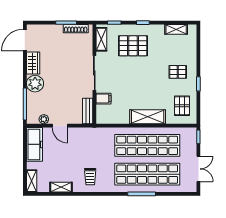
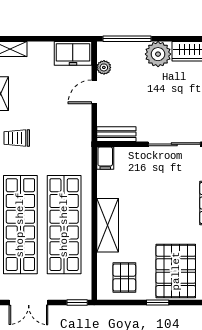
pallet: (178, 72) -> (176, 271), width x2.05, depth x2.00
filing cabinet: (103, 99) -> (105, 158), moved
pallet: (182, 106) -> (124, 278), turned 90
freezer: (35, 144) -> (73, 53), width x0.71

